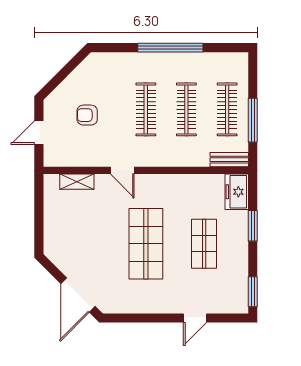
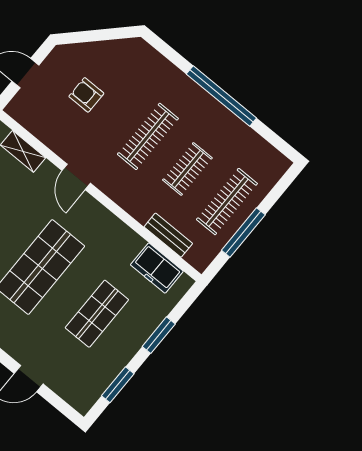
clothes rail: (186, 109) -> (187, 169), width x0.73
bench: (229, 160) -> (168, 235), moved
freezer: (237, 192) -> (157, 268), moved, turned -90
window: (253, 292) -> (118, 385), moved

